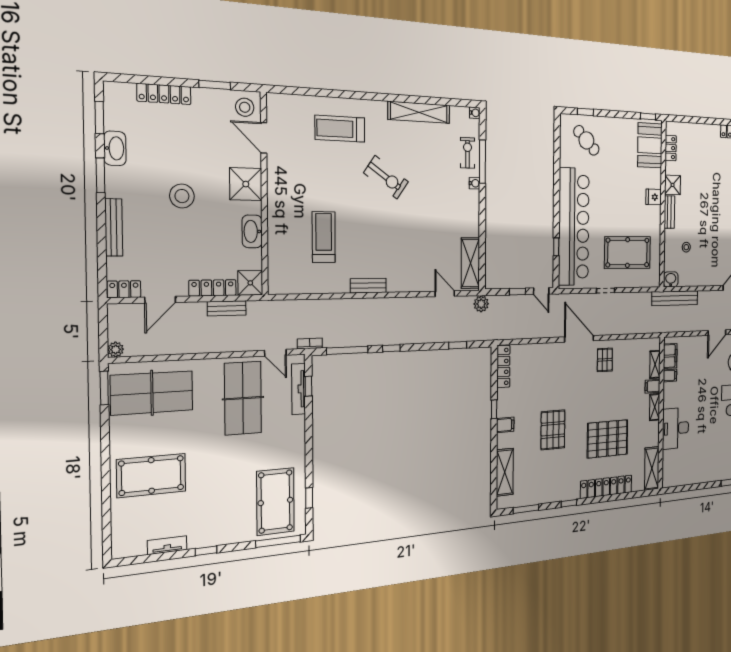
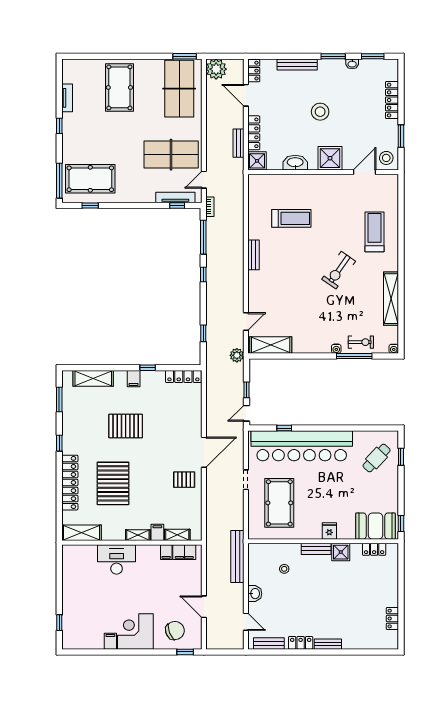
washbasin: (115, 148) -> (352, 64), width x0.52, depth x0.69
washbasin: (671, 279) -> (255, 594), moved
plant: (116, 349) -> (216, 69), width x1.88, depth x1.88

